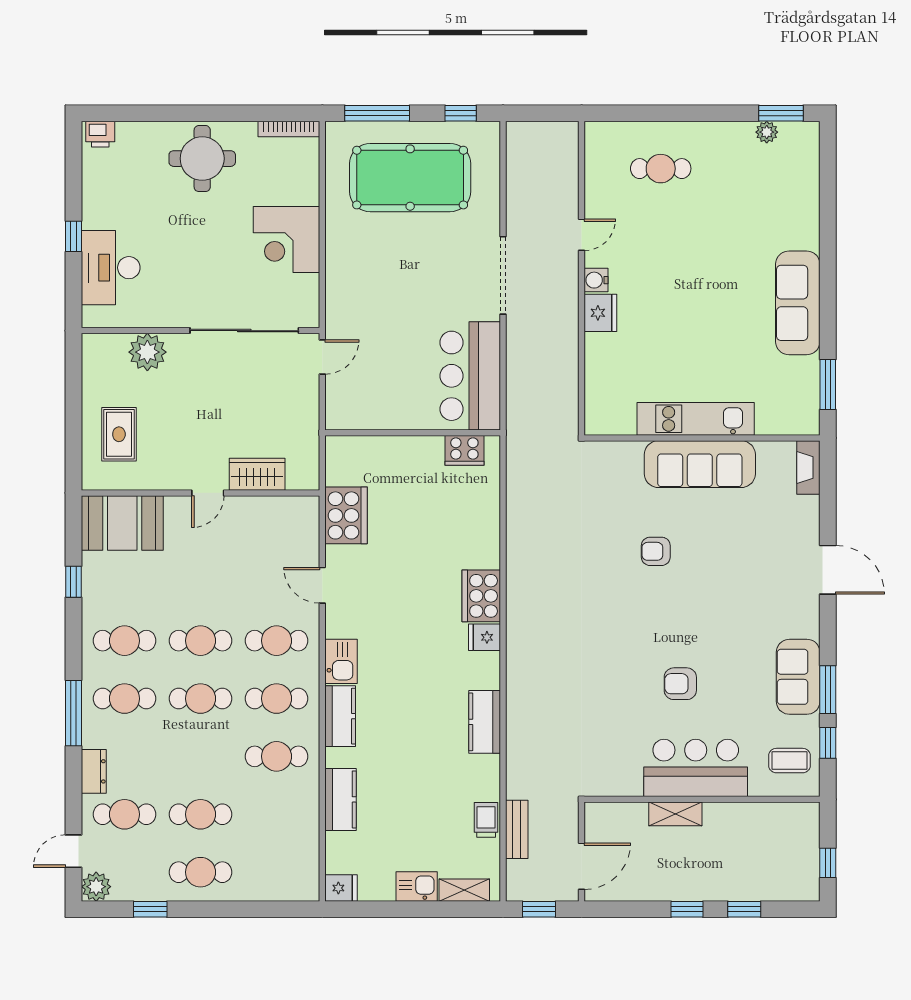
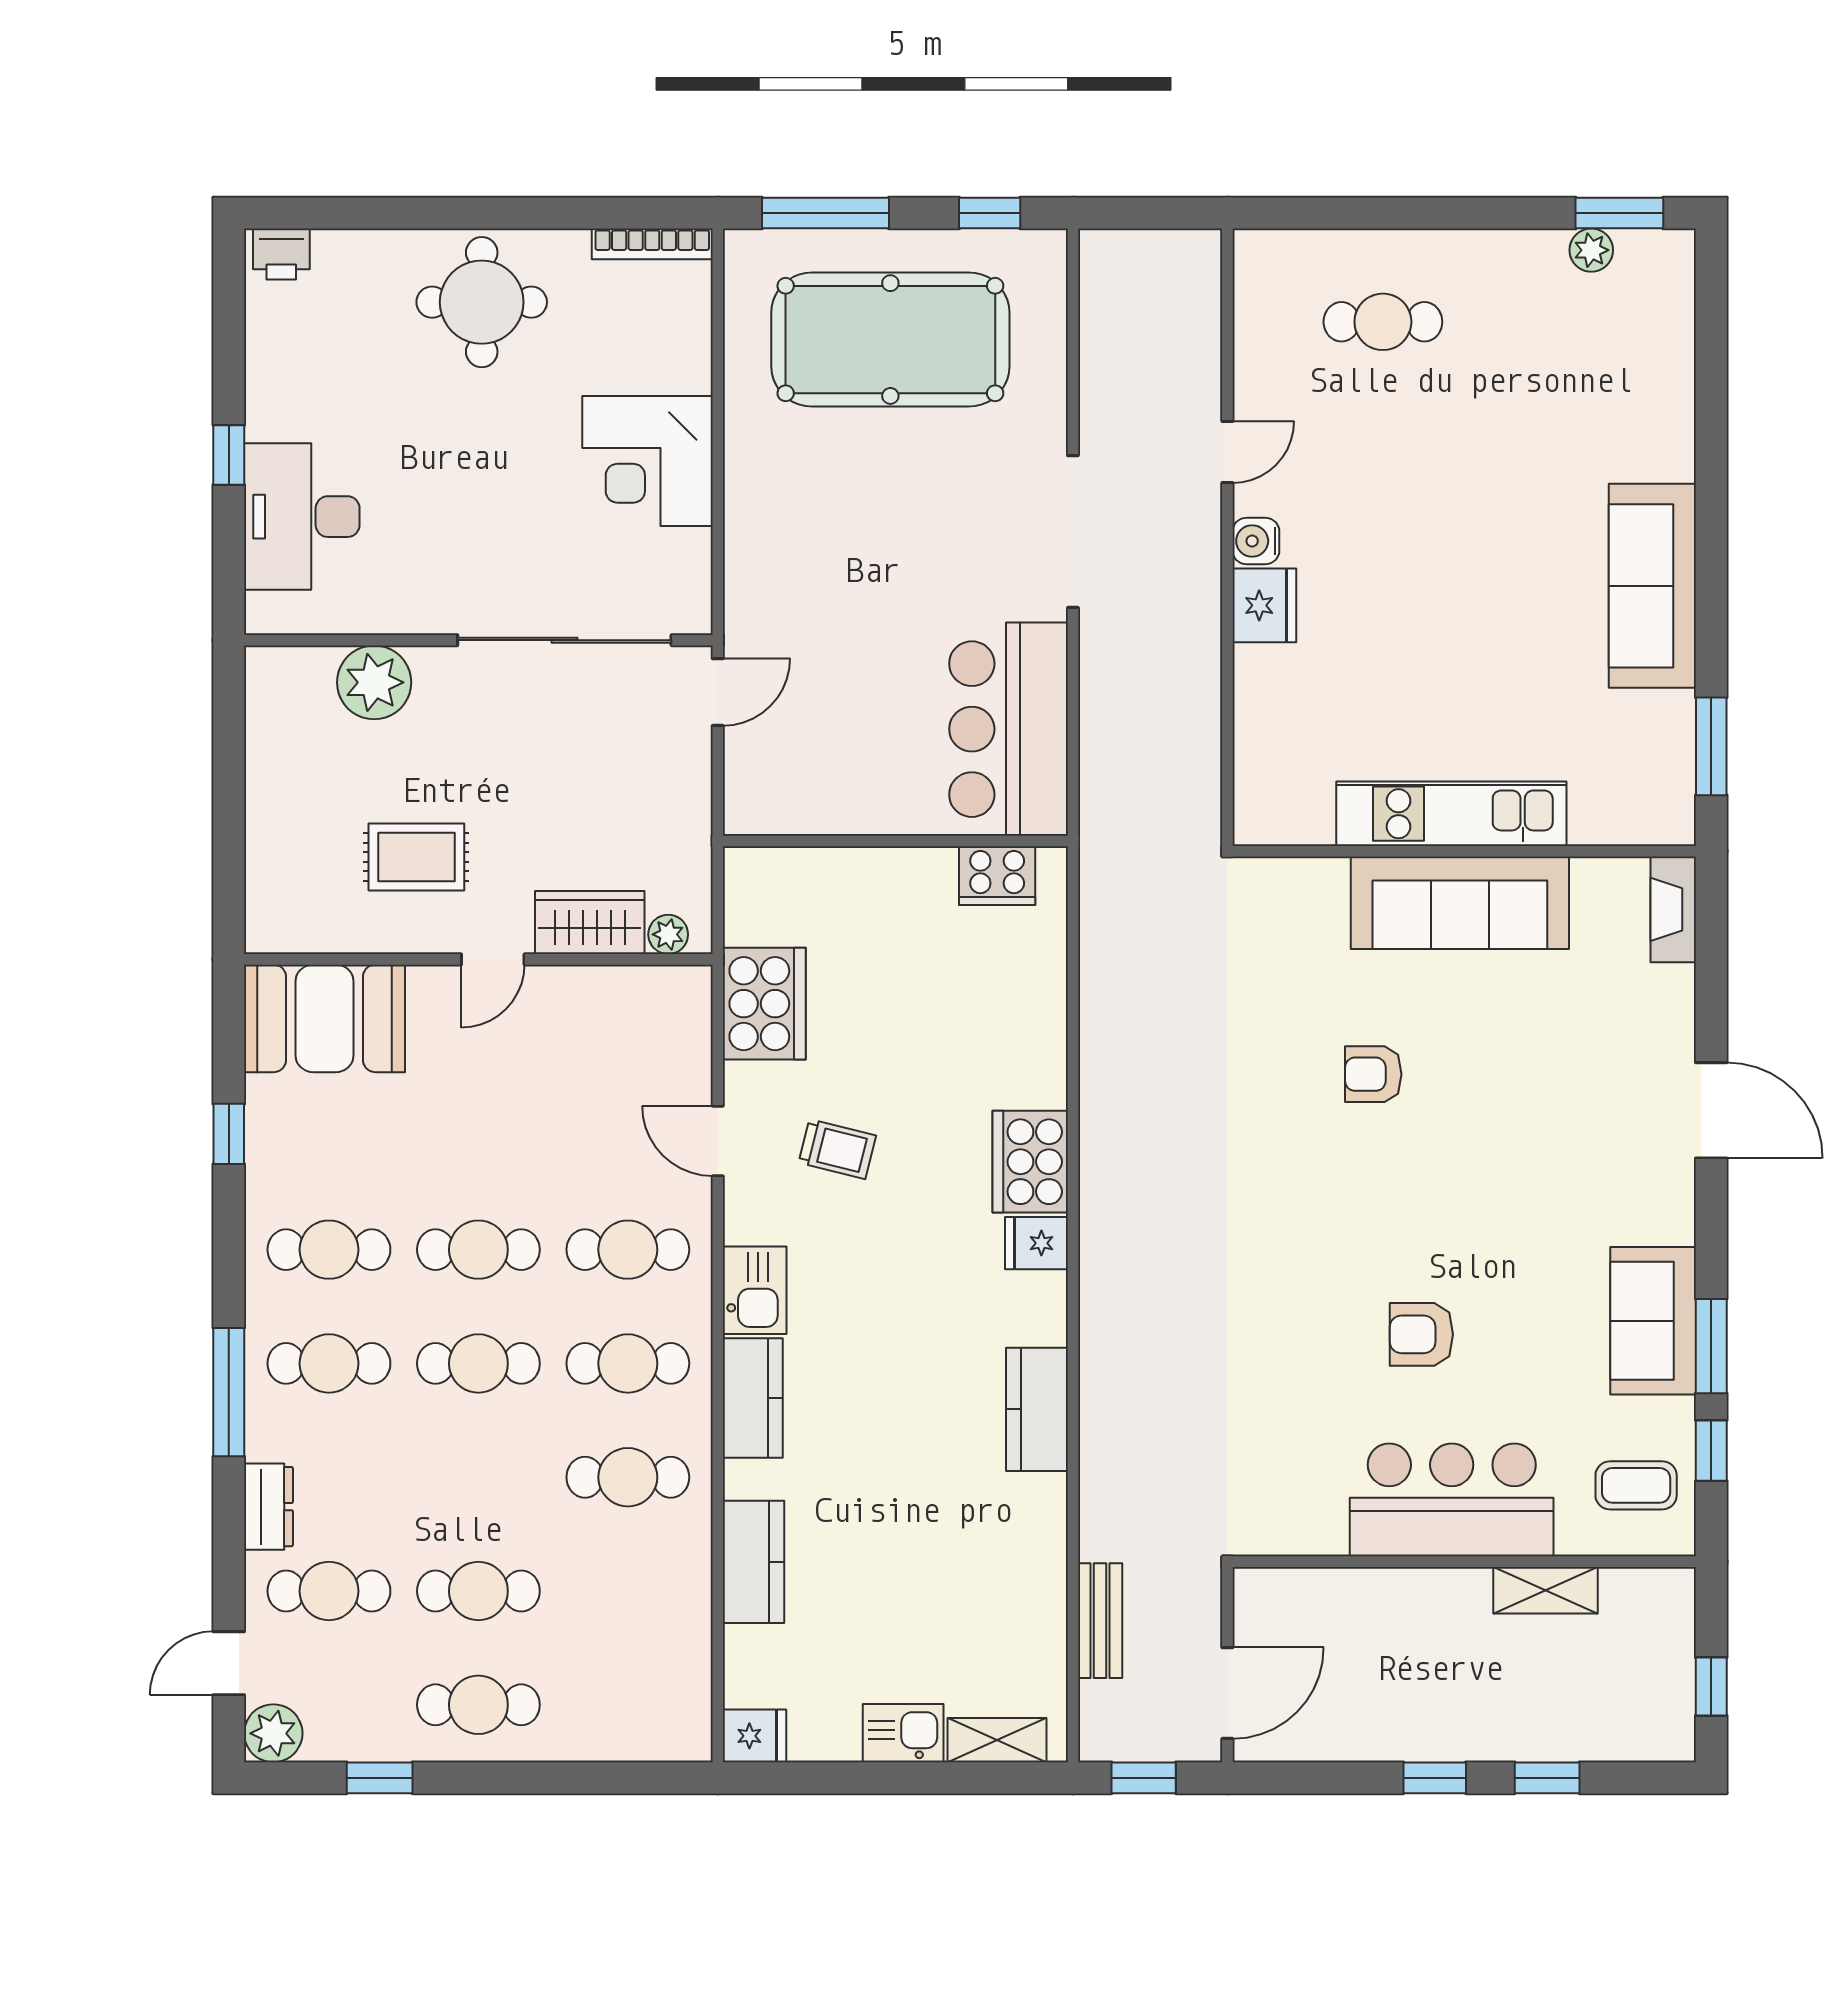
rug: (119, 434) -> (416, 857), moved, turned 90
plant: (297, 480) -> (668, 934), added
shelving: (675, 814) -> (1545, 1590), moved
trolley: (486, 820) -> (837, 1149), moved, turned 104

